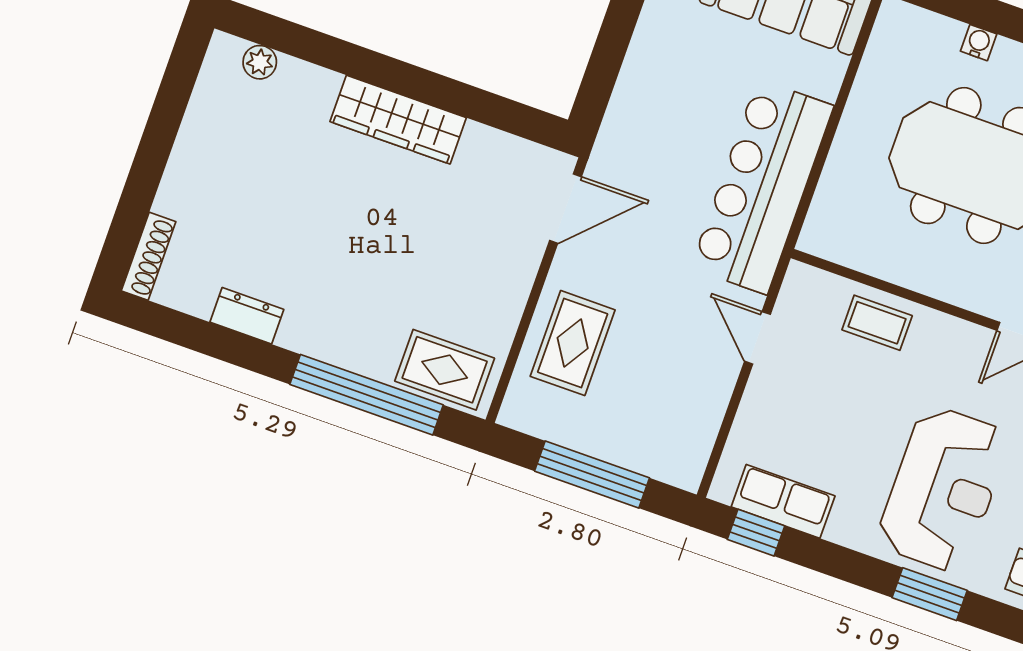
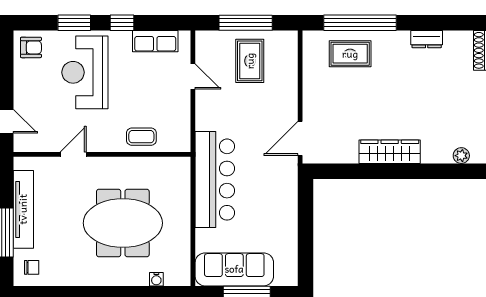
water cooler: (979, 43) -> (156, 279), moved
door: (757, 338) -> (193, 77), moved
rug: (573, 343) -> (250, 61), moved
rug: (445, 370) -> (350, 54), moved
window: (756, 533) -> (122, 23), moved

